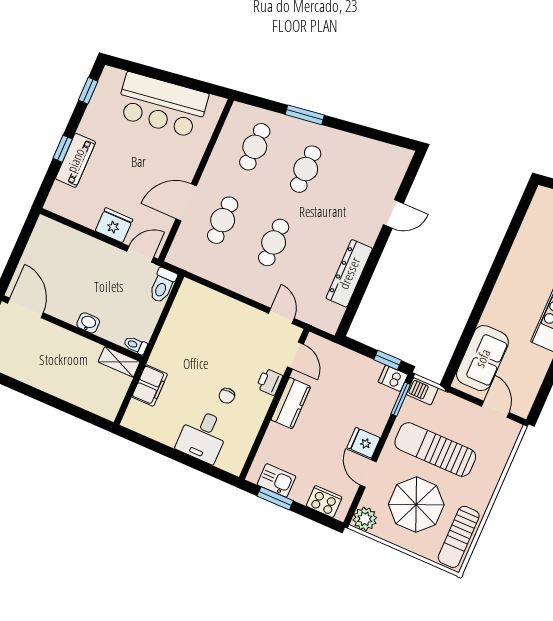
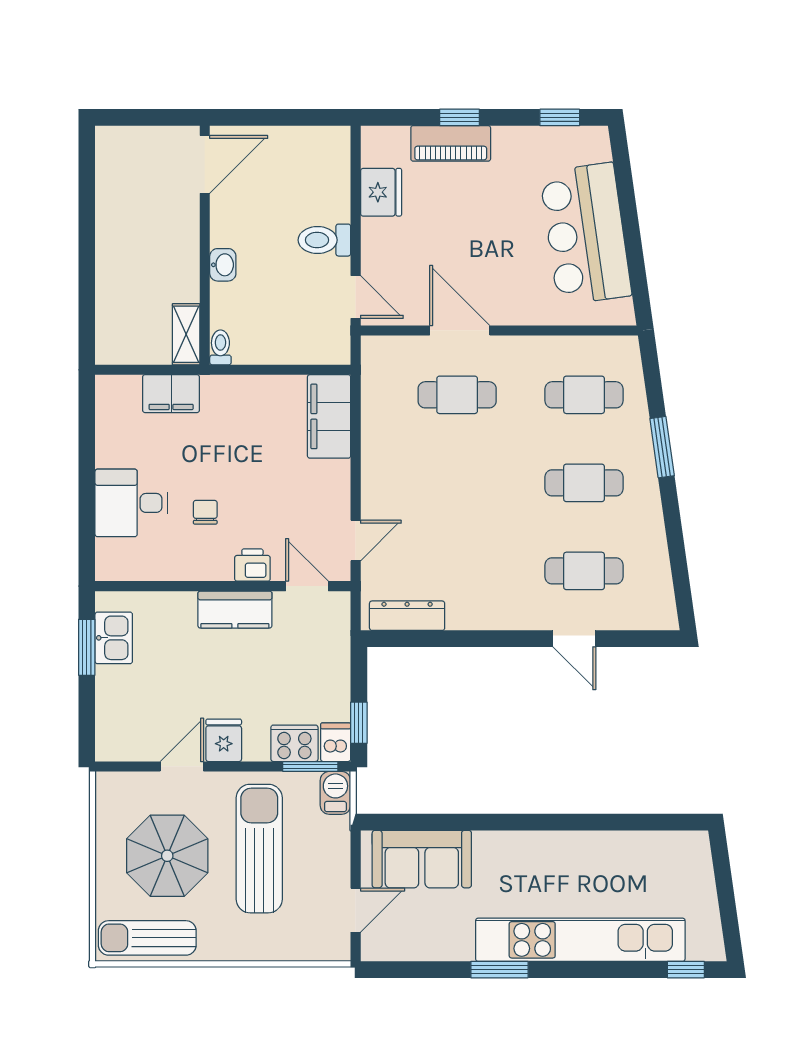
fridge: (114, 225) -> (381, 192), moved
cafe table: (274, 242) -> (584, 571), moved
dresser: (349, 273) -> (407, 616), moved, width x0.73, depth x0.80
toilet: (162, 285) -> (324, 240), moved
filing cabinet: (203, 300) -> (329, 416), added
door: (295, 355) -> (307, 586), swing flipped
chair: (227, 396) -> (205, 512), turned 90
cooker: (324, 502) -> (294, 743), moved, turned -90
plant: (365, 519) -> (114, 790), removed

